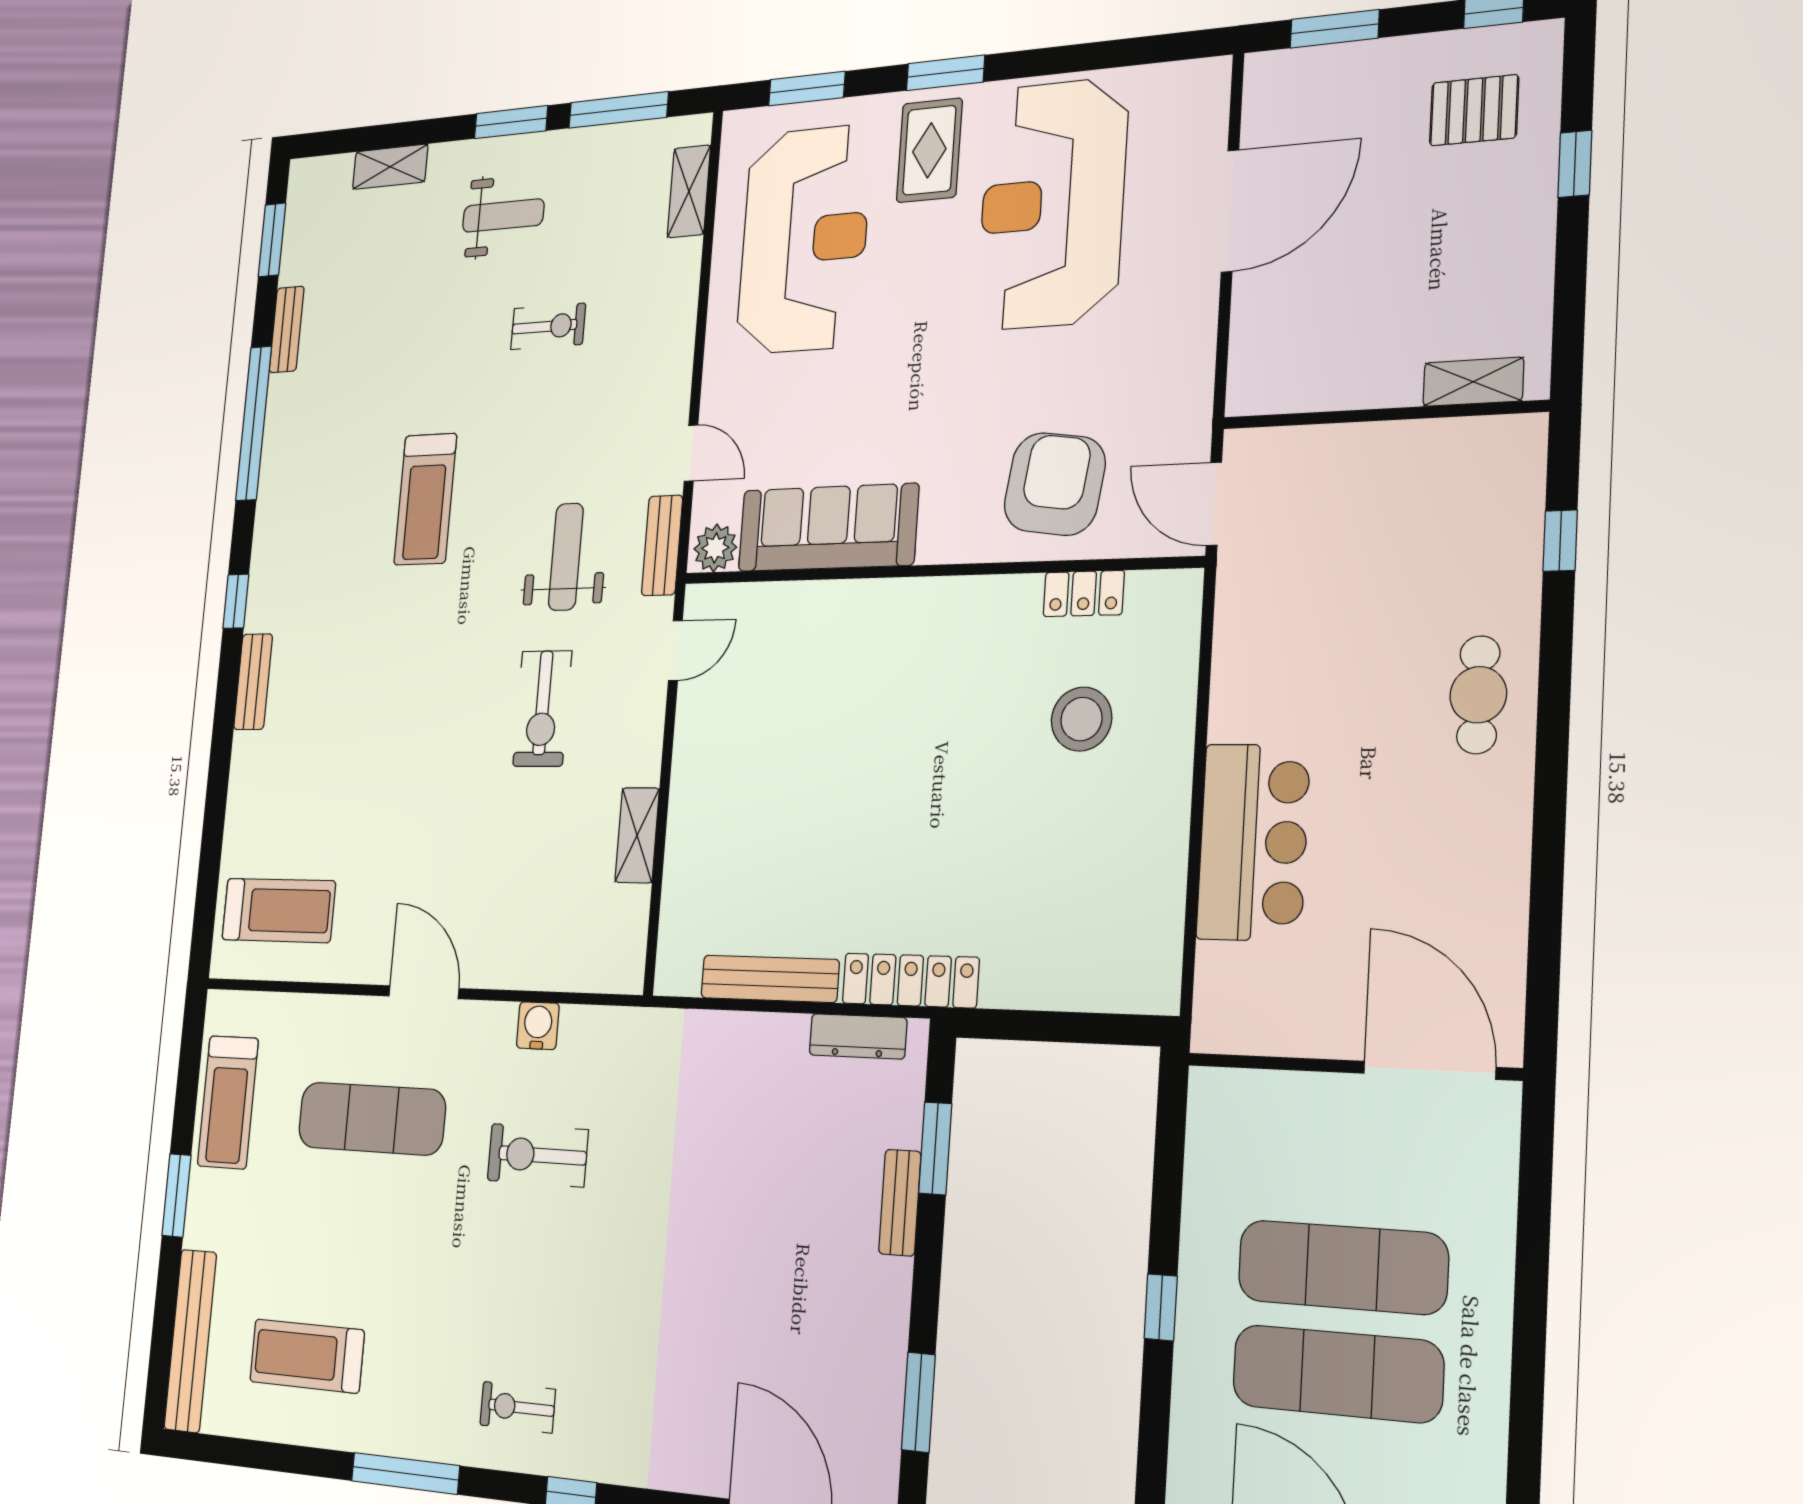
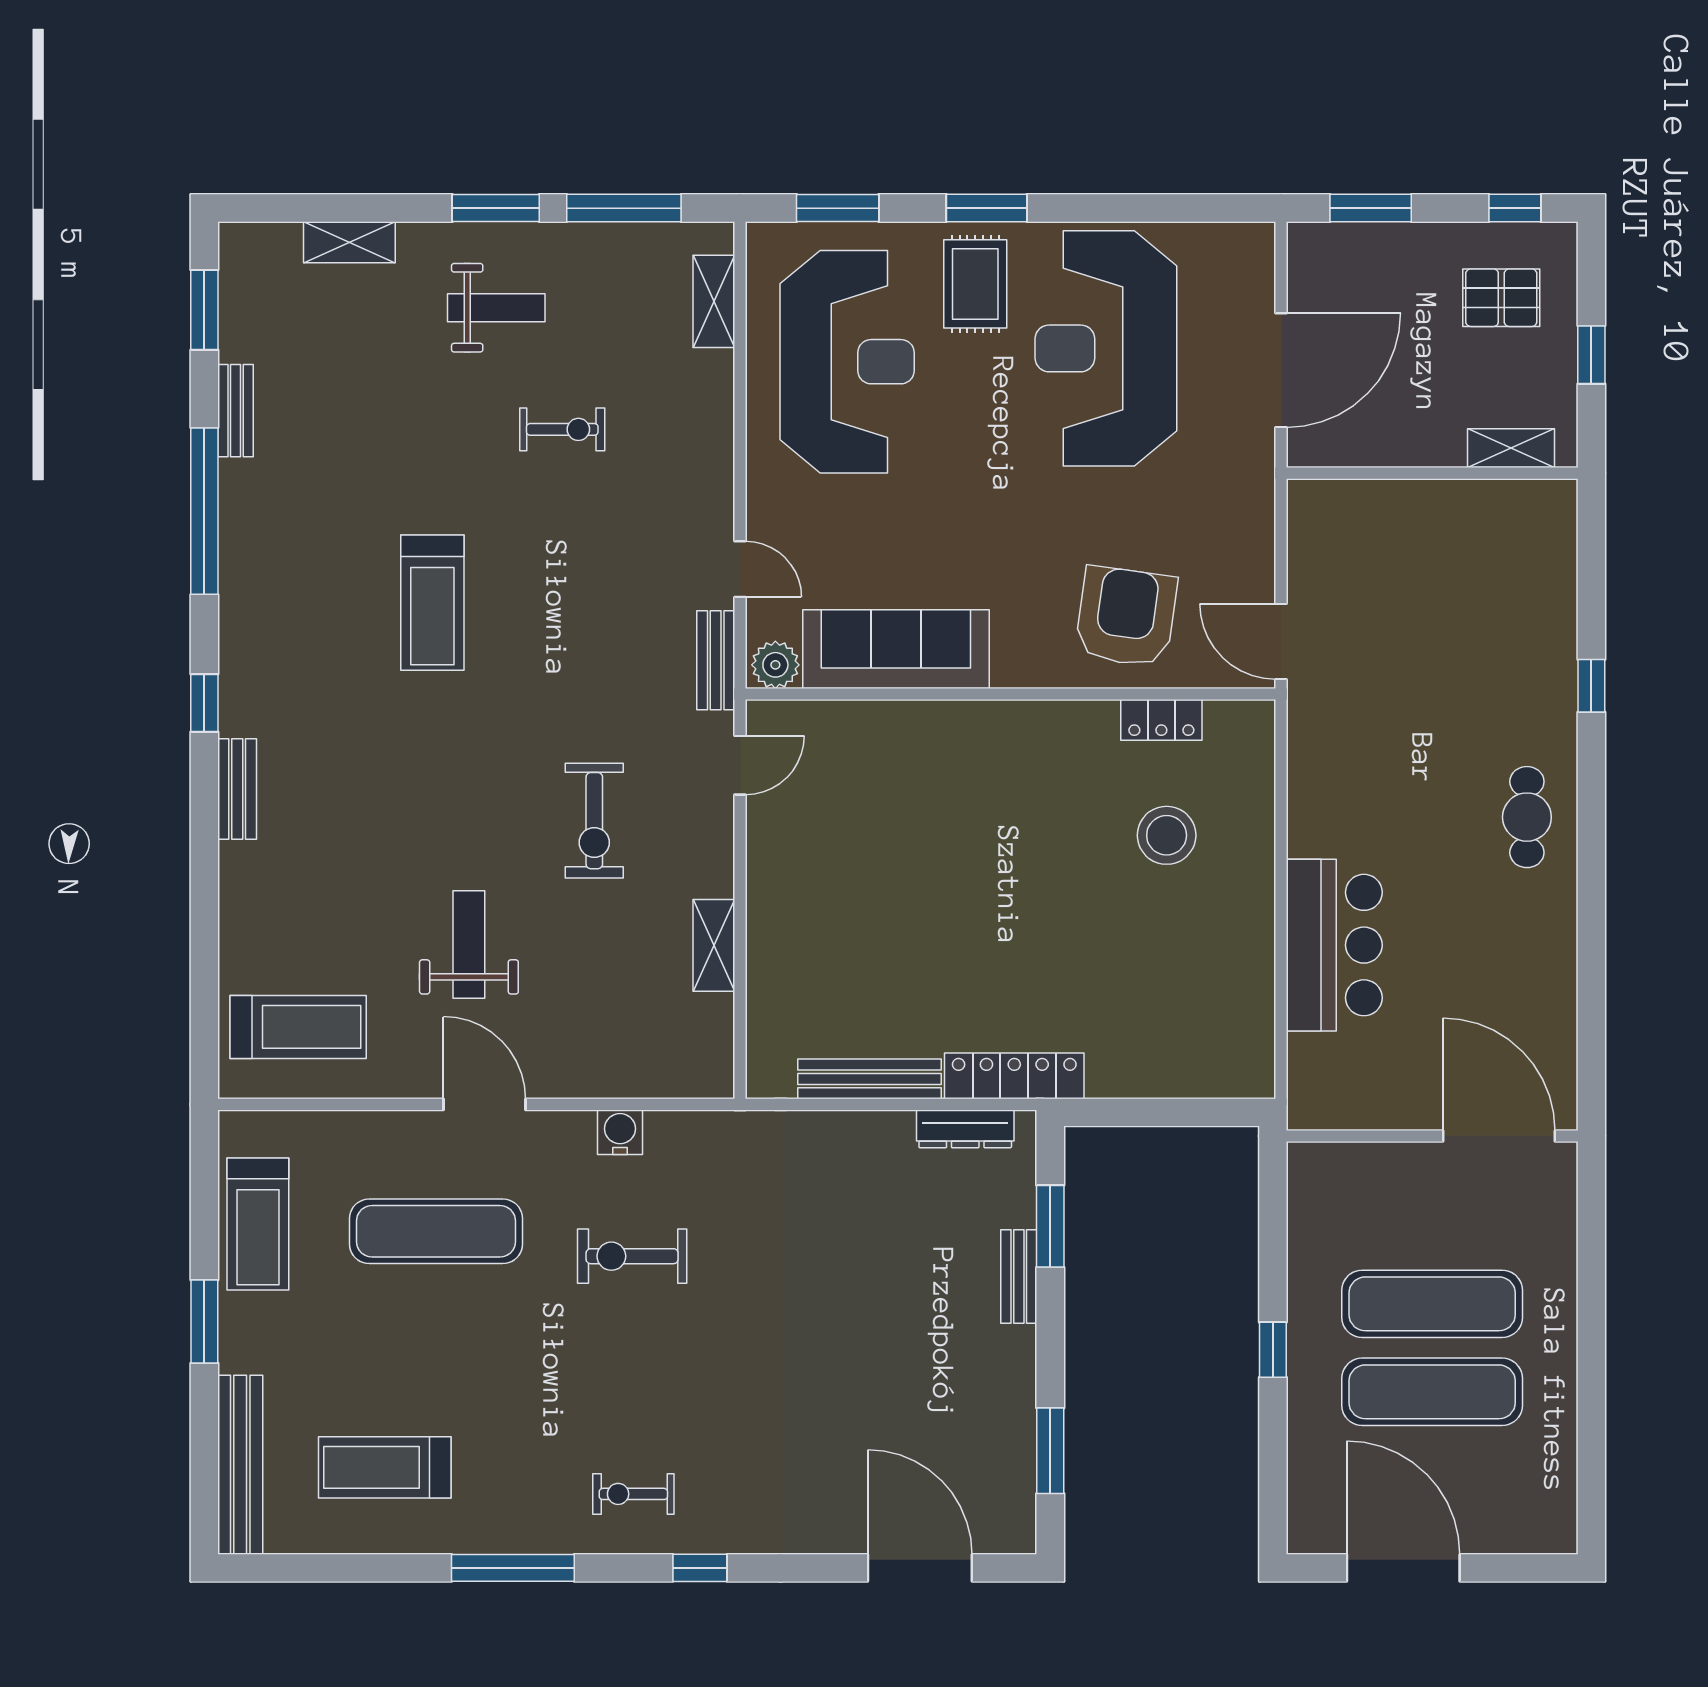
shelving: (1473, 382) -> (1511, 448), moved
wall: (1383, 415) -> (1432, 473), moved
weight bench: (566, 557) -> (469, 945), moved

